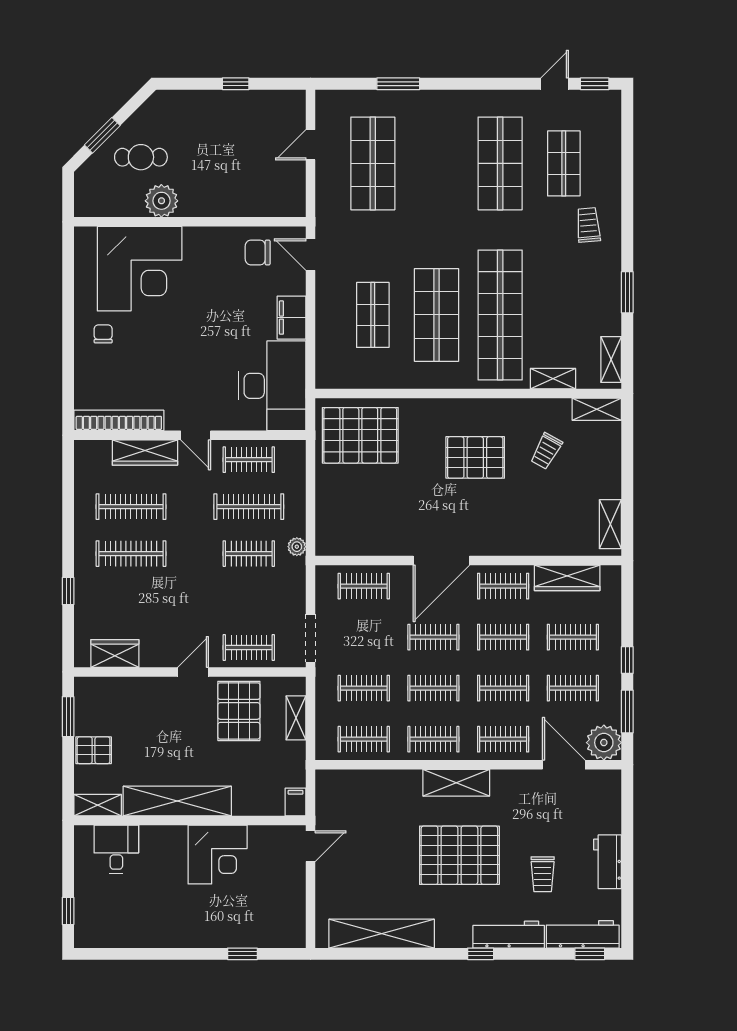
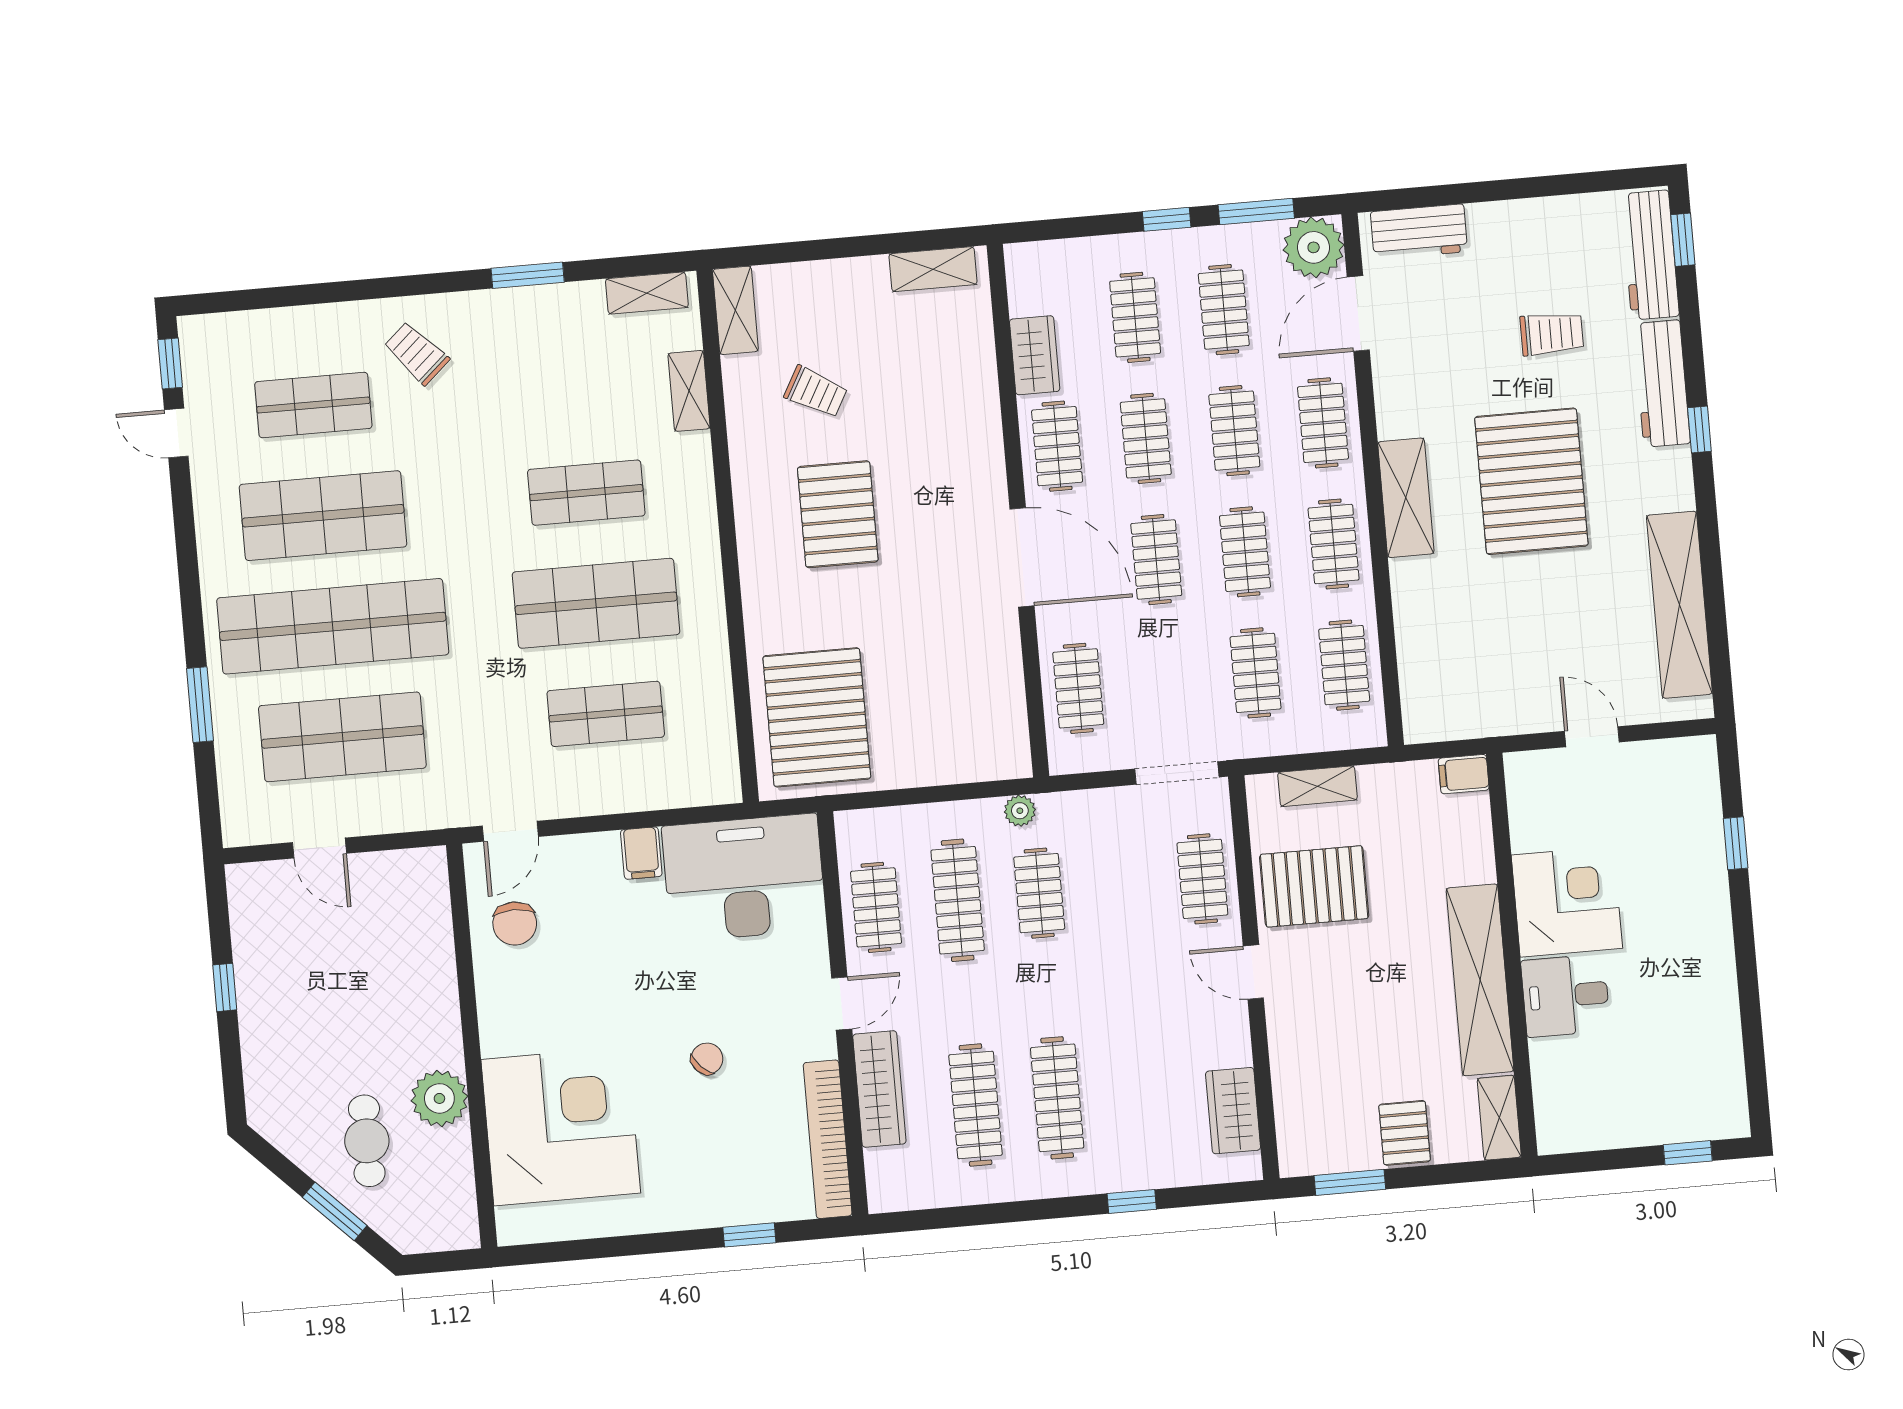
shop shelf: (436, 163) -> (333, 626), added
trolley: (588, 225) -> (417, 353), turned 53
shop shelf: (500, 315) -> (586, 493), width x0.50, depth x0.74
filing cabinet: (292, 318) -> (641, 853), width x0.50
chair: (103, 334) -> (707, 1059), moved, turned 135
window: (68, 371) -> (749, 1235), added
wardrobe: (567, 578) -> (1035, 355), width x0.67
door: (311, 846) -> (1592, 737), moved
desk: (116, 849) -> (1566, 996), moved
workbench: (608, 862) -> (1419, 232), moved

